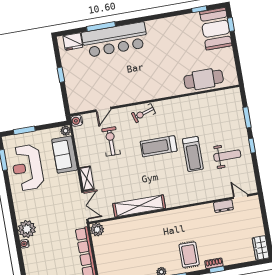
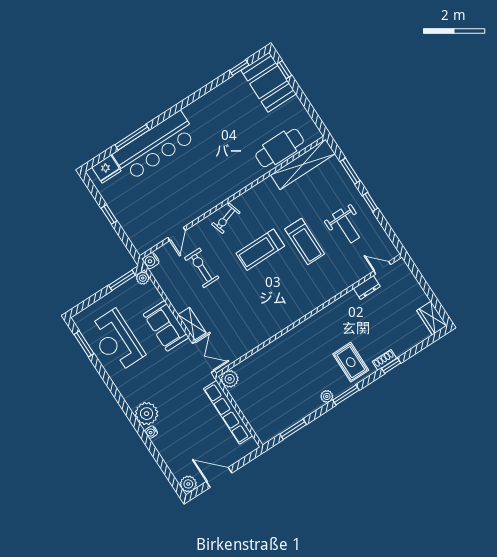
window: (24, 130) -> (122, 280), moved
sofa: (65, 155) -> (166, 326), moved
weight bench: (227, 156) -> (346, 226), turned 90
shelving: (139, 206) -> (303, 164), moved

